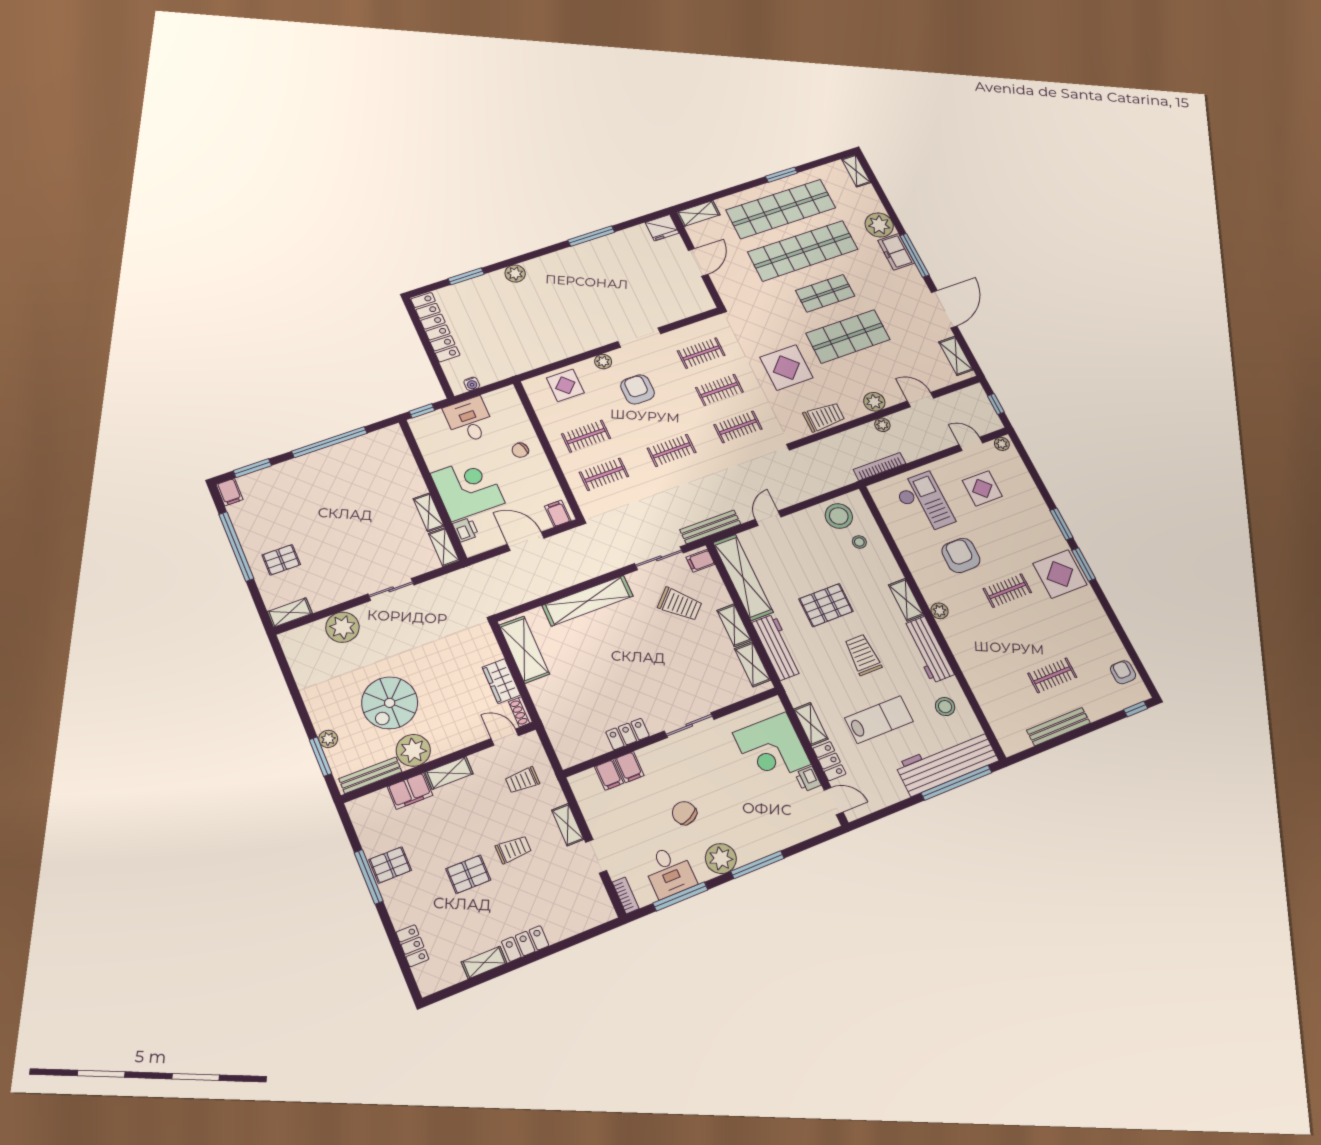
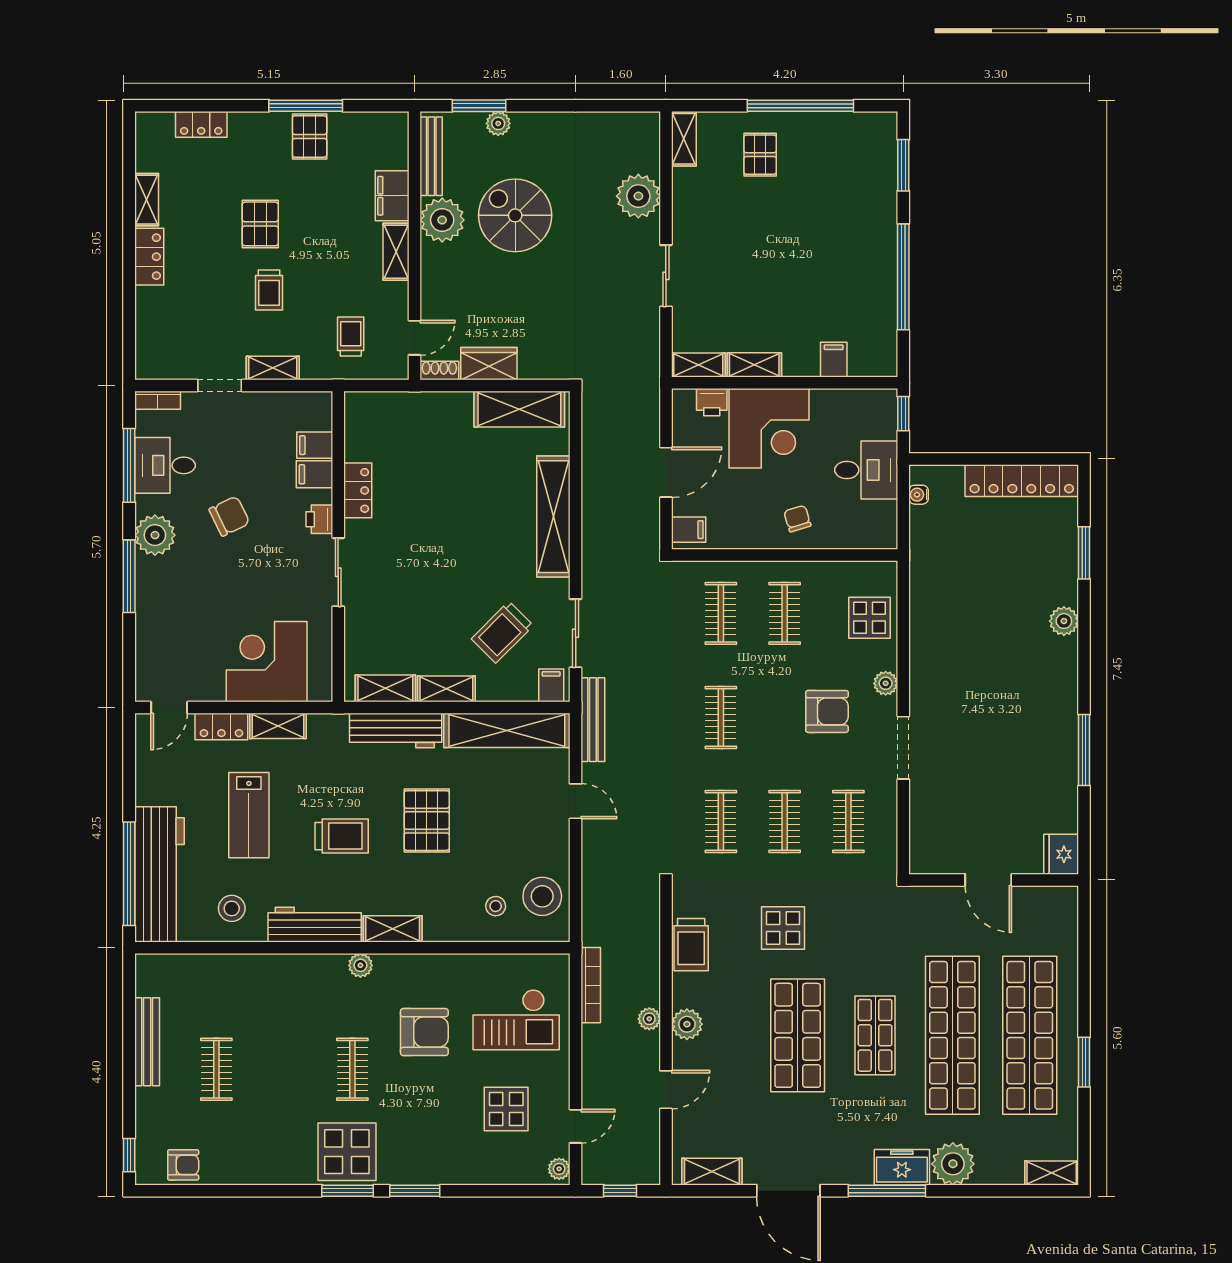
shelving: (698, 213) -> (1065, 915), removed
display table: (786, 368) -> (783, 928), width x0.73, depth x0.73
filing cabinet: (230, 492) -> (834, 360), moved, turned 90
printer: (808, 779) -> (319, 519), moved, turned -90

